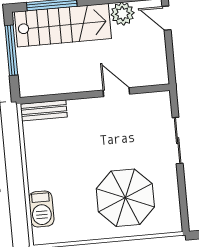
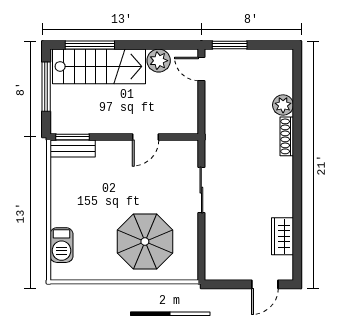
door: (116, 92) -> (146, 137), swing flipped
window: (43, 99) -> (73, 137), added

